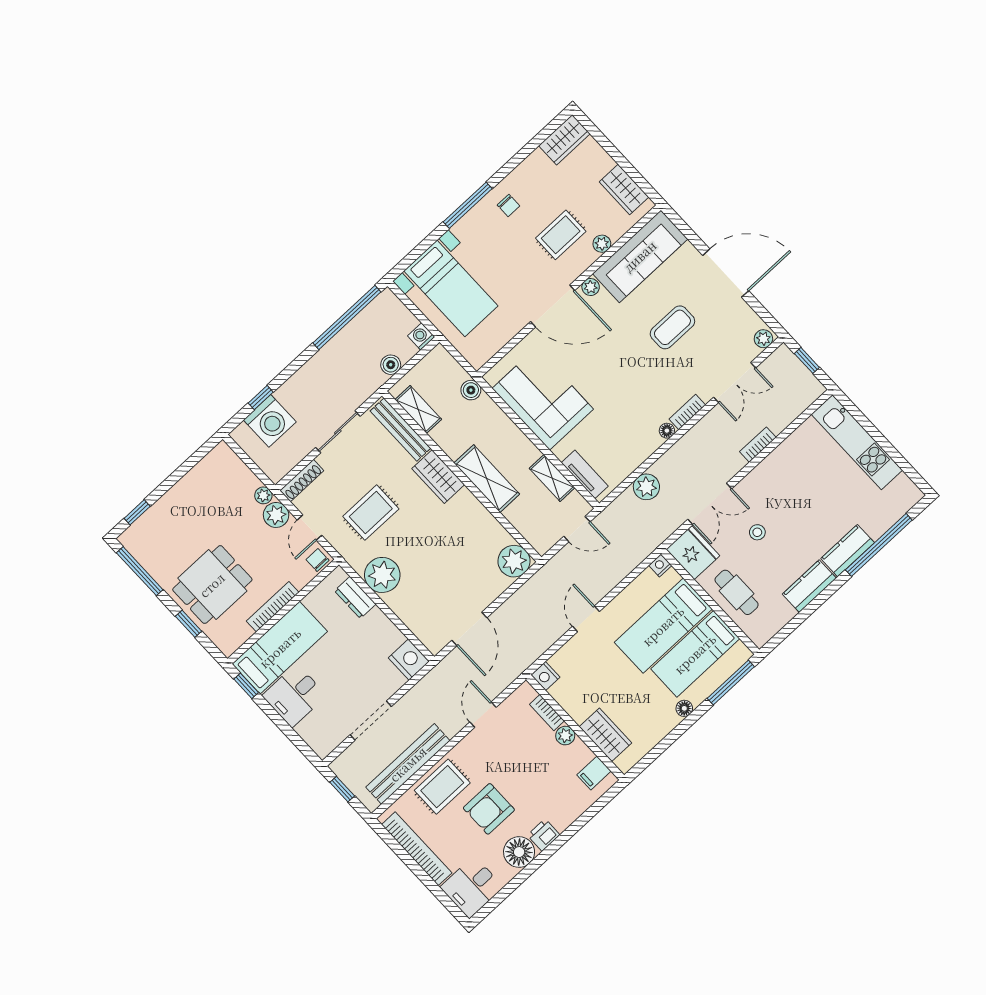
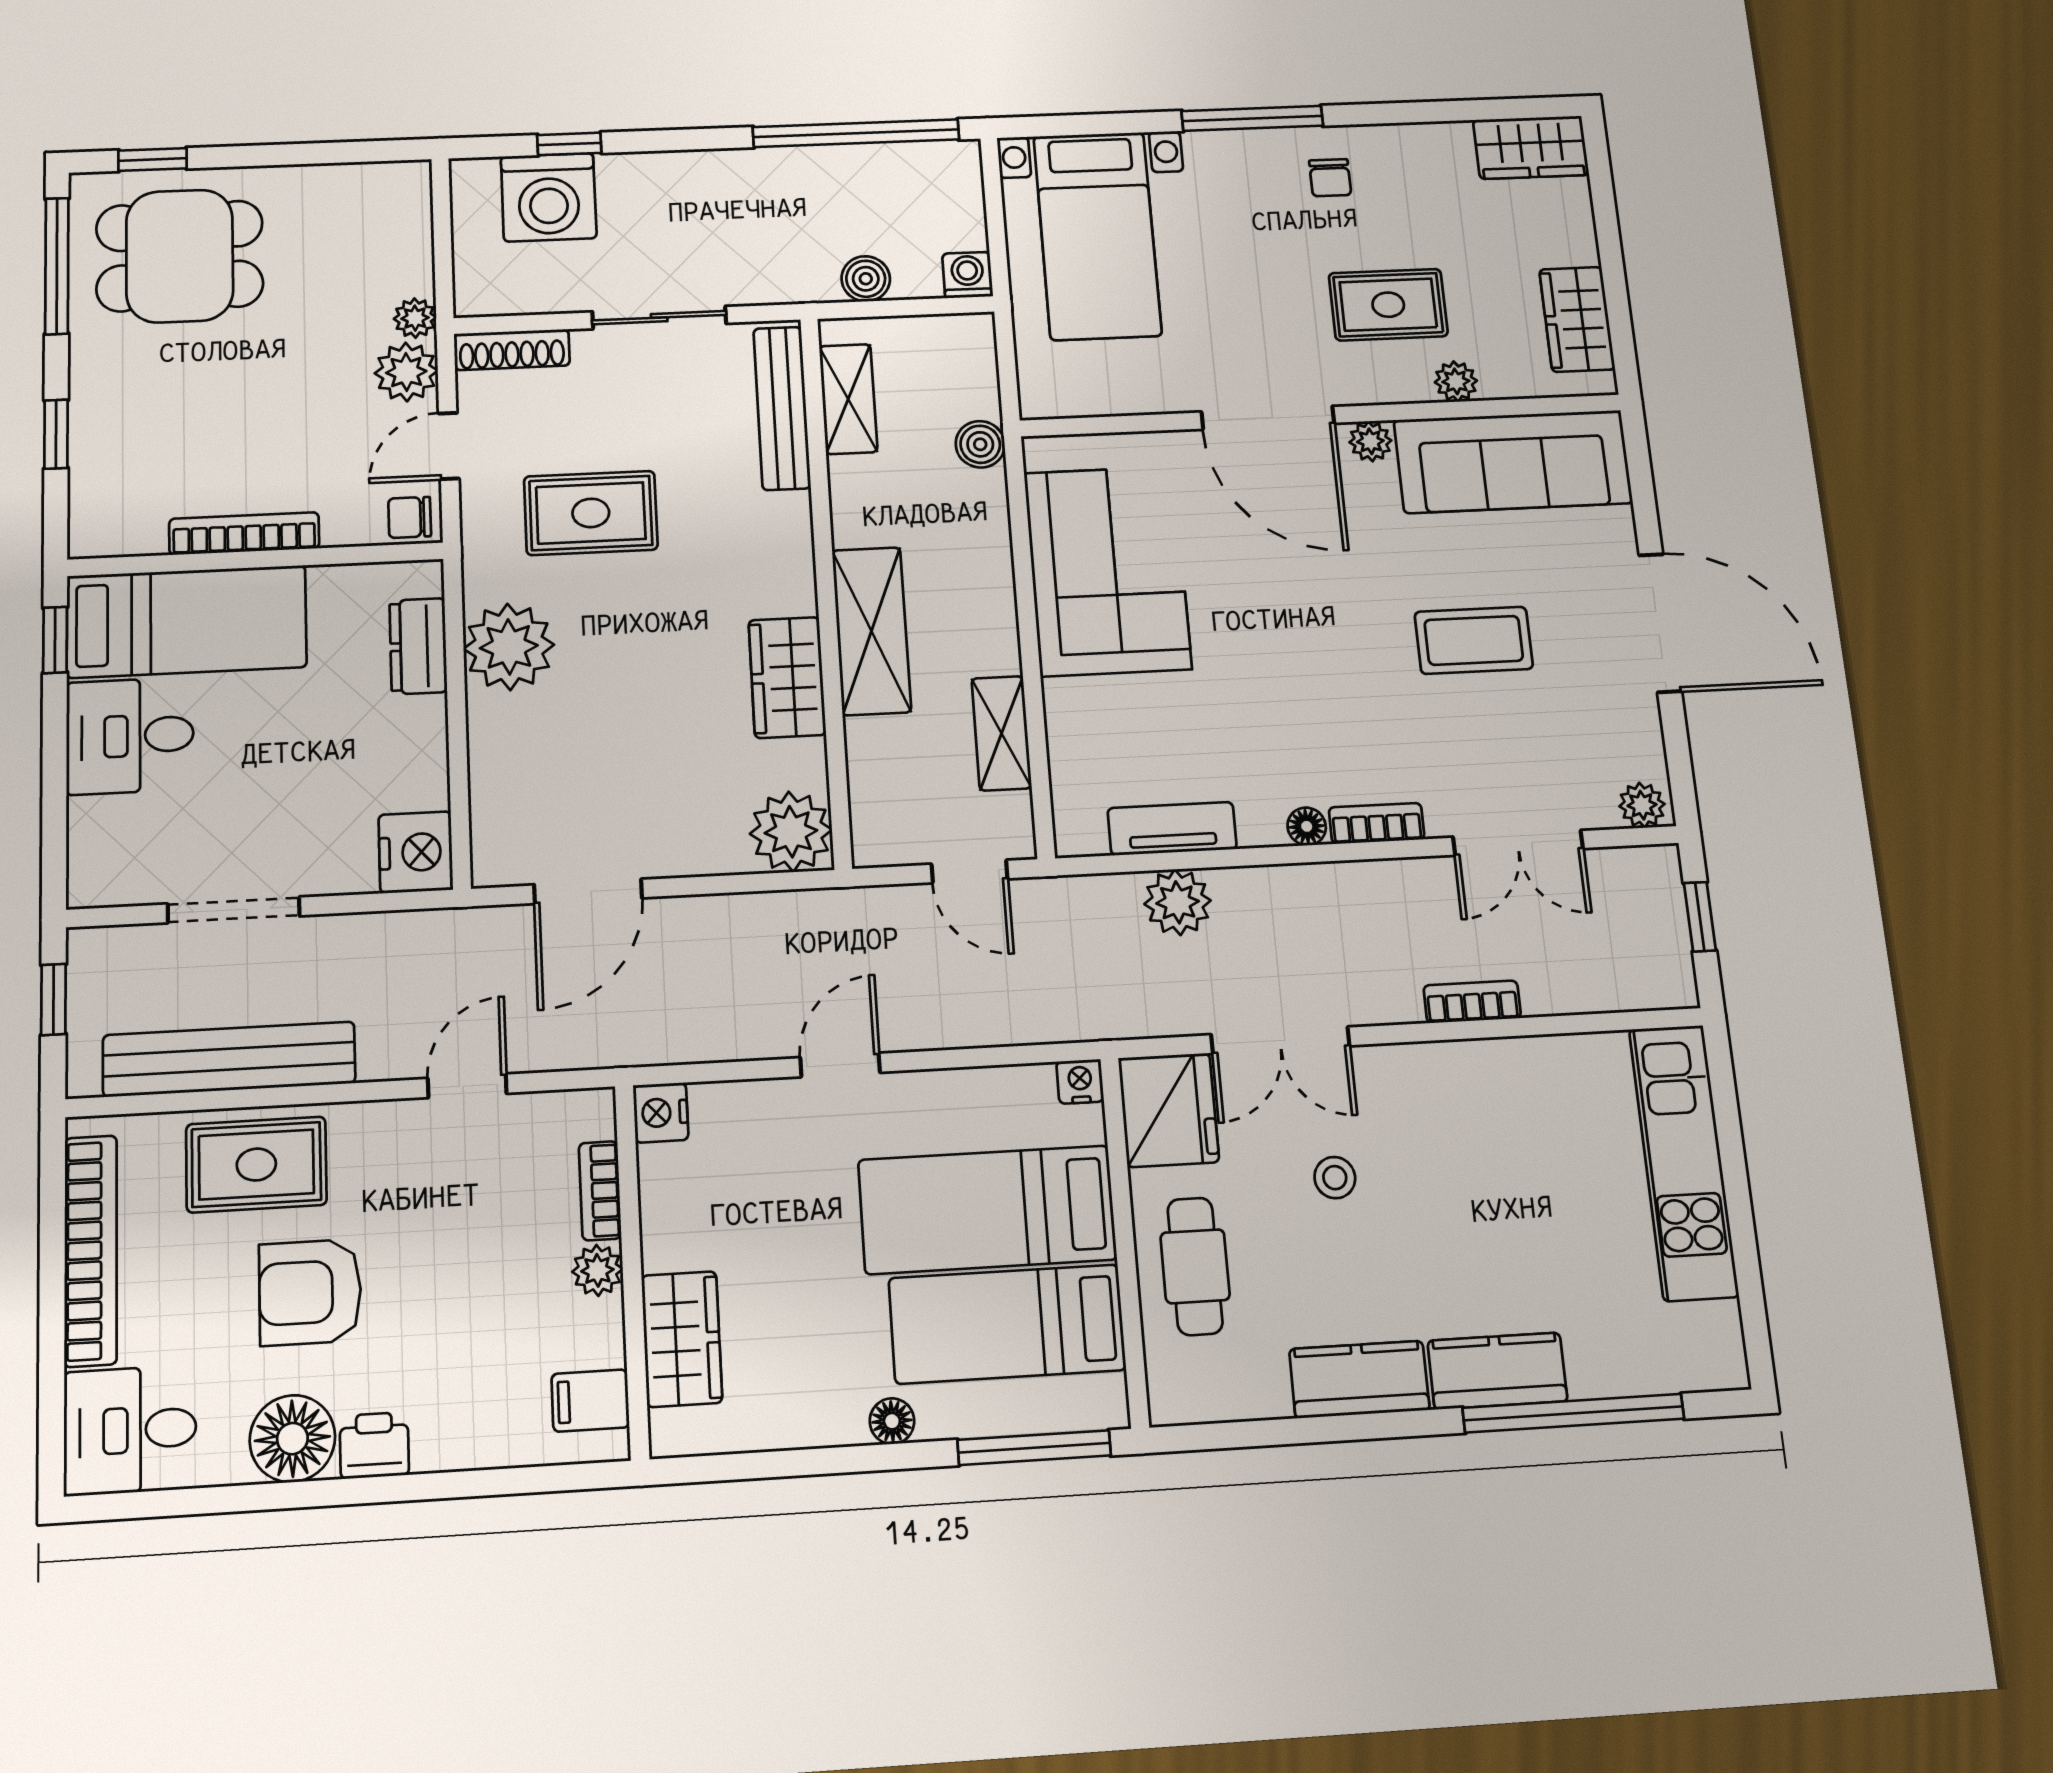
tv unit: (585, 474) -> (1172, 829), moved, turned -90
wardrobe: (438, 477) -> (787, 677), moved
chair: (318, 560) -> (410, 517), turned -90
dining table: (212, 585) -> (180, 256), moved

